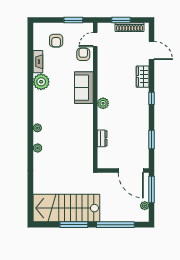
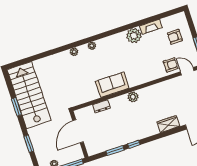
sofa: (84, 88) -> (112, 85), moved
window: (151, 98) -> (134, 144), moved
door: (131, 171) -> (78, 131), moved
window: (74, 225) -> (17, 107), width x0.69
window: (115, 225) -> (29, 144), width x0.47

